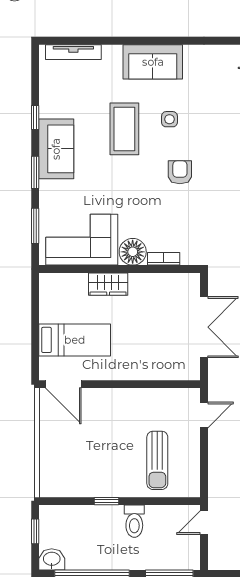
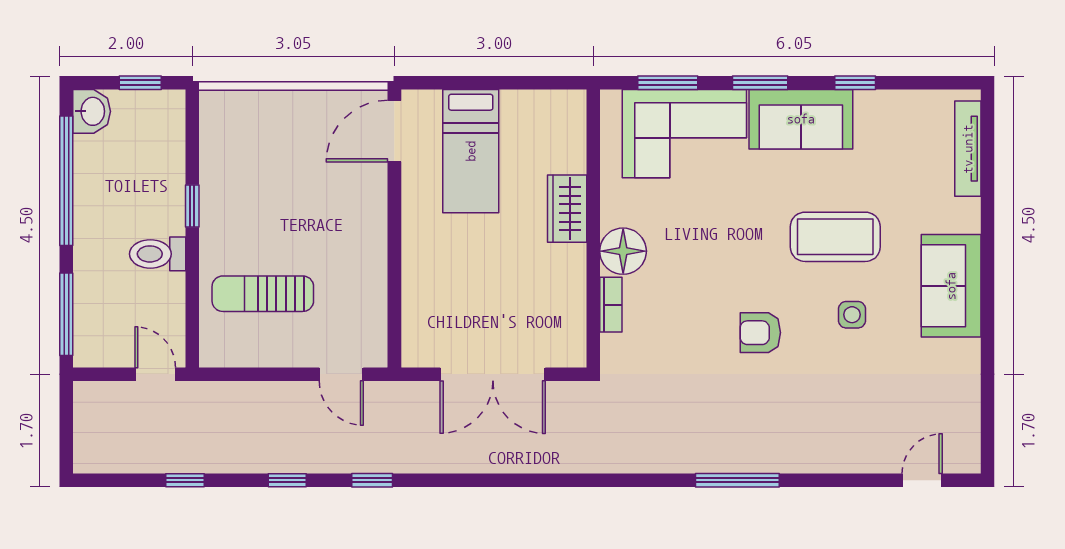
armchair: (180, 172) -> (760, 333), turned 180
corner sofa: (82, 240) -> (684, 134), moved, turned 90

